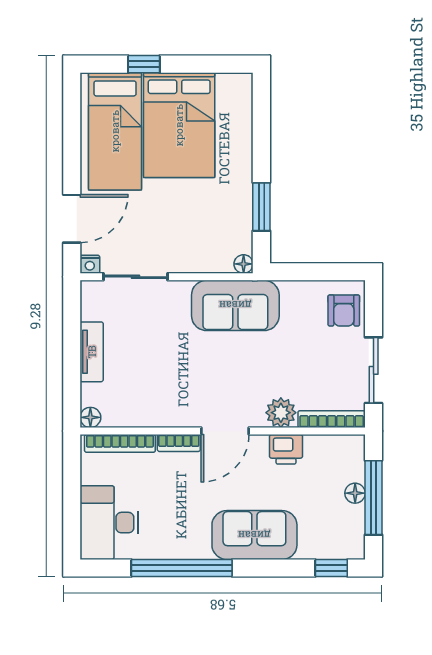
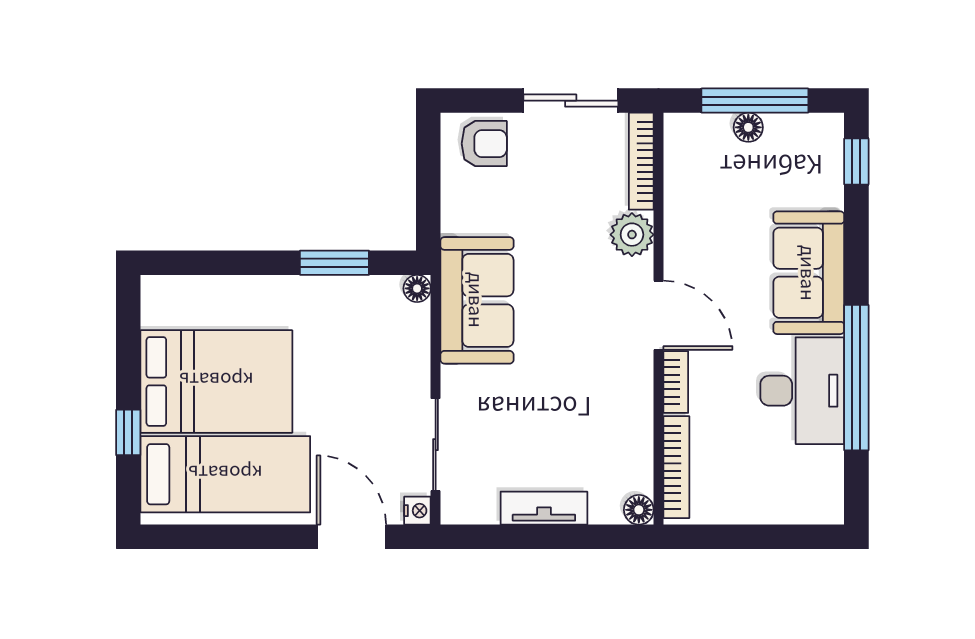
printer: (286, 449) -> (685, 227), removed
desk: (109, 523) -> (802, 391), moved, turned -90

